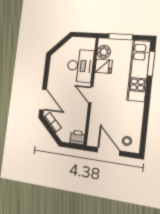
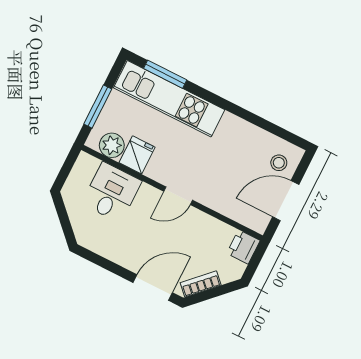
desk: (80, 66) -> (112, 192), width x0.73

